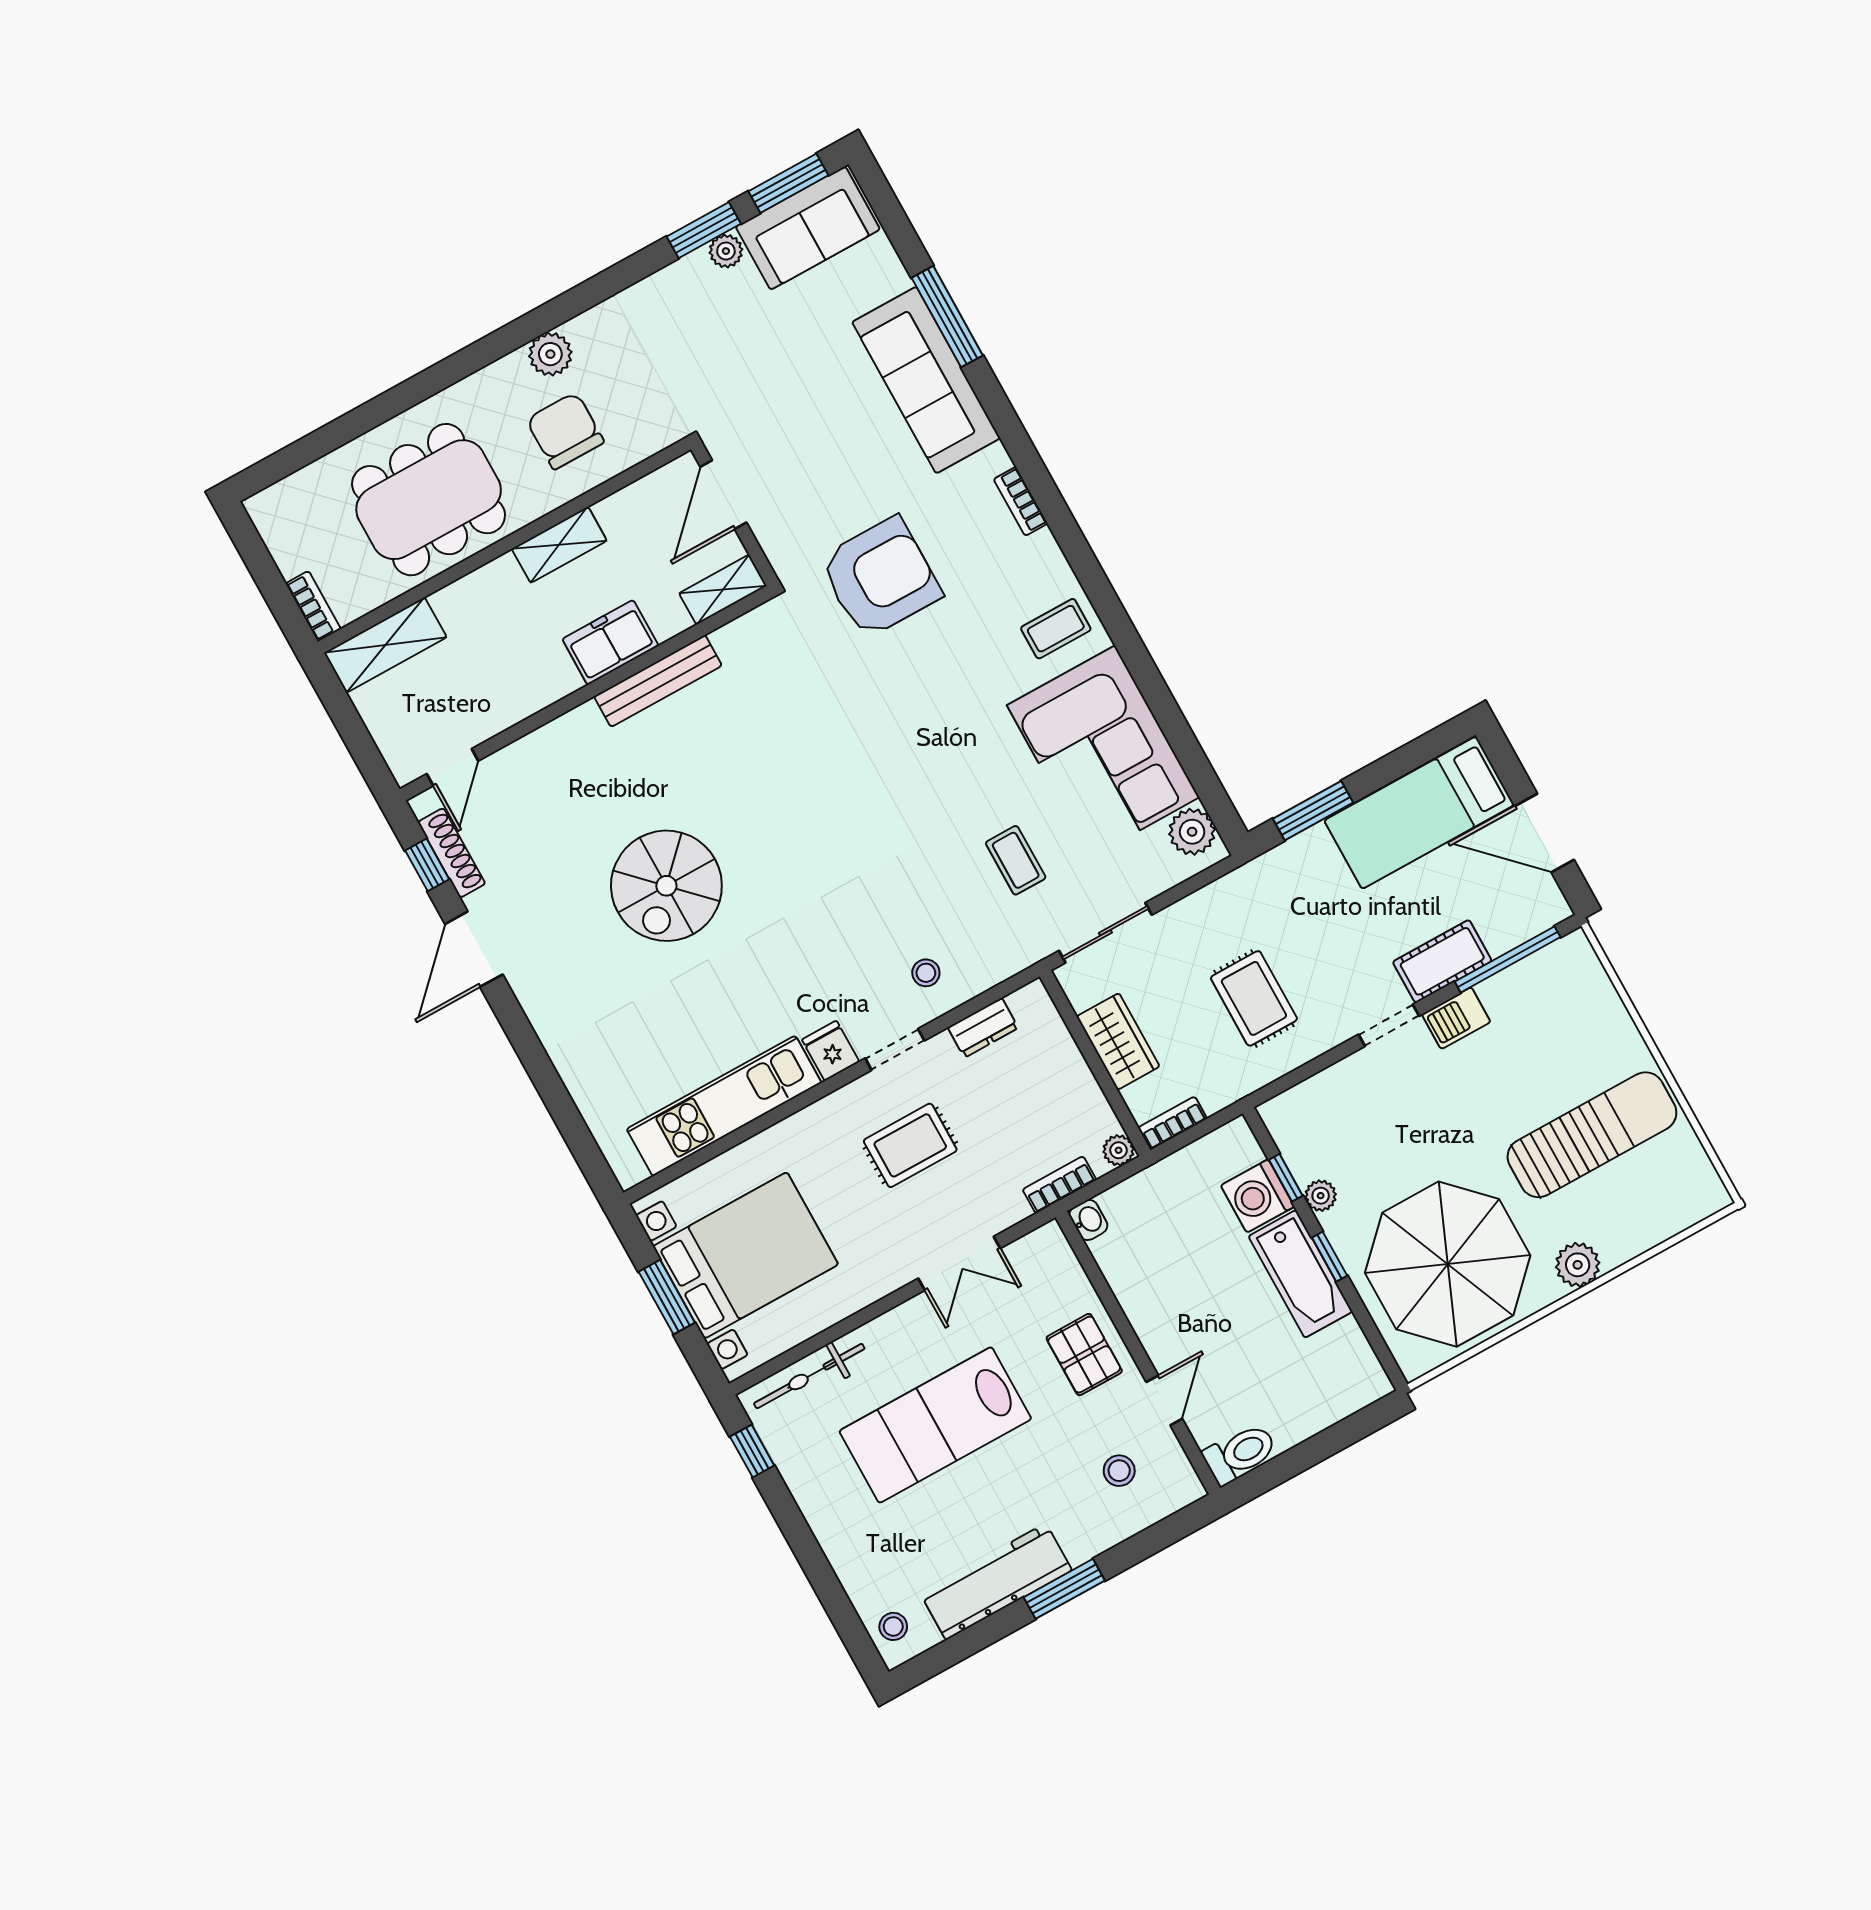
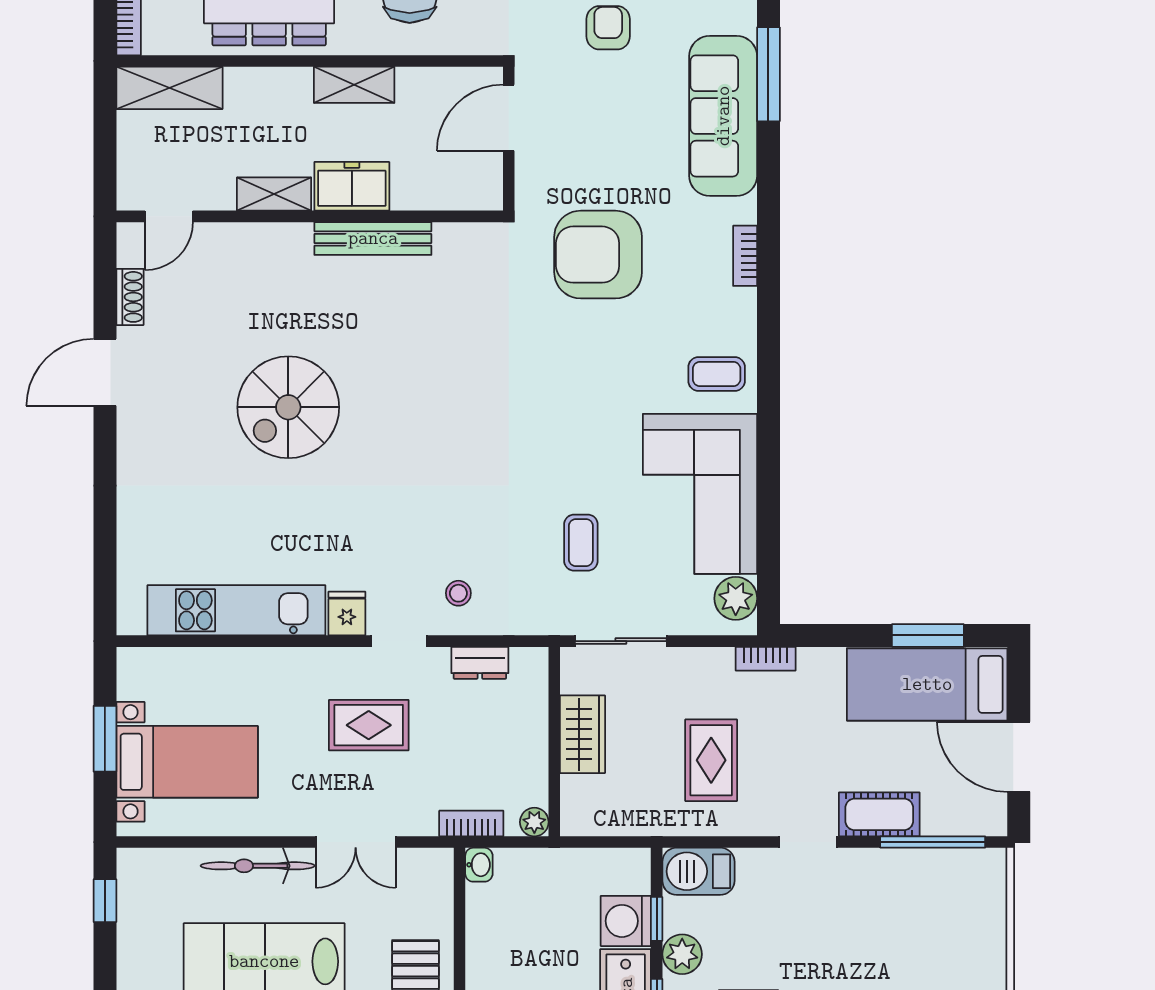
armchair: (770, 357) -> (608, 28), added
armchair: (880, 578) -> (598, 255), turned 180
shelving: (723, 590) -> (274, 194), moved
window: (1313, 811) -> (928, 635), moved
shoe rack: (452, 853) -> (130, 297), width x0.70
window: (427, 865) -> (105, 284), removed
barbecue: (1456, 1018) -> (698, 871), moved, width x1.38, depth x1.27
bookcase: (1173, 1123) -> (766, 659), moved, turned 180
plant: (1321, 1196) -> (682, 954), width x1.38, depth x1.38
bed with nightstands: (746, 1255) -> (187, 762), width x0.73
bicycle: (809, 1376) -> (258, 866), moved

